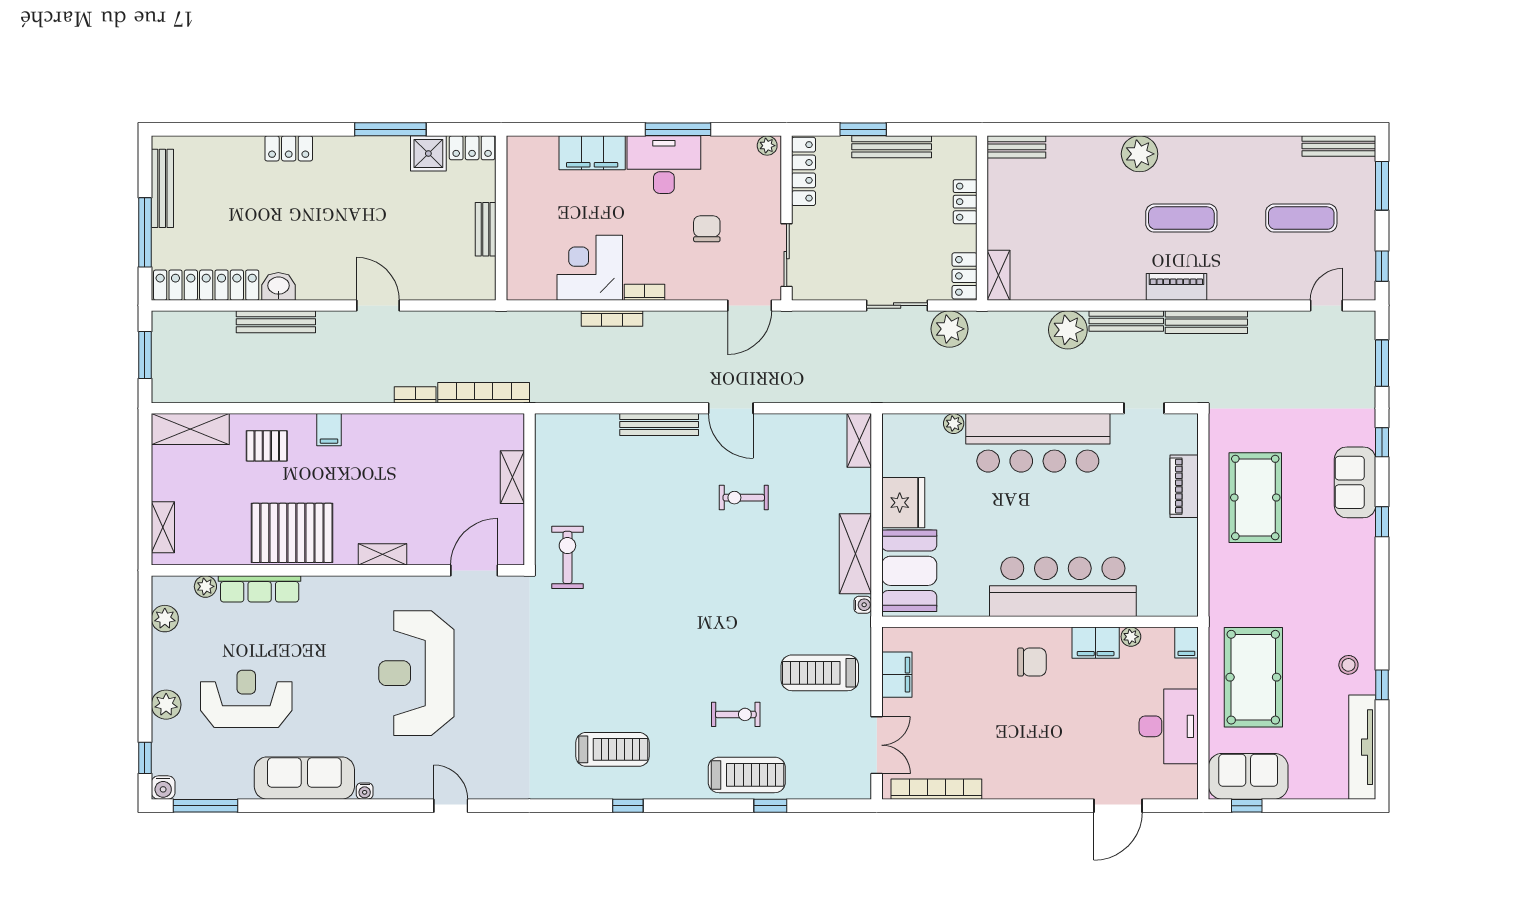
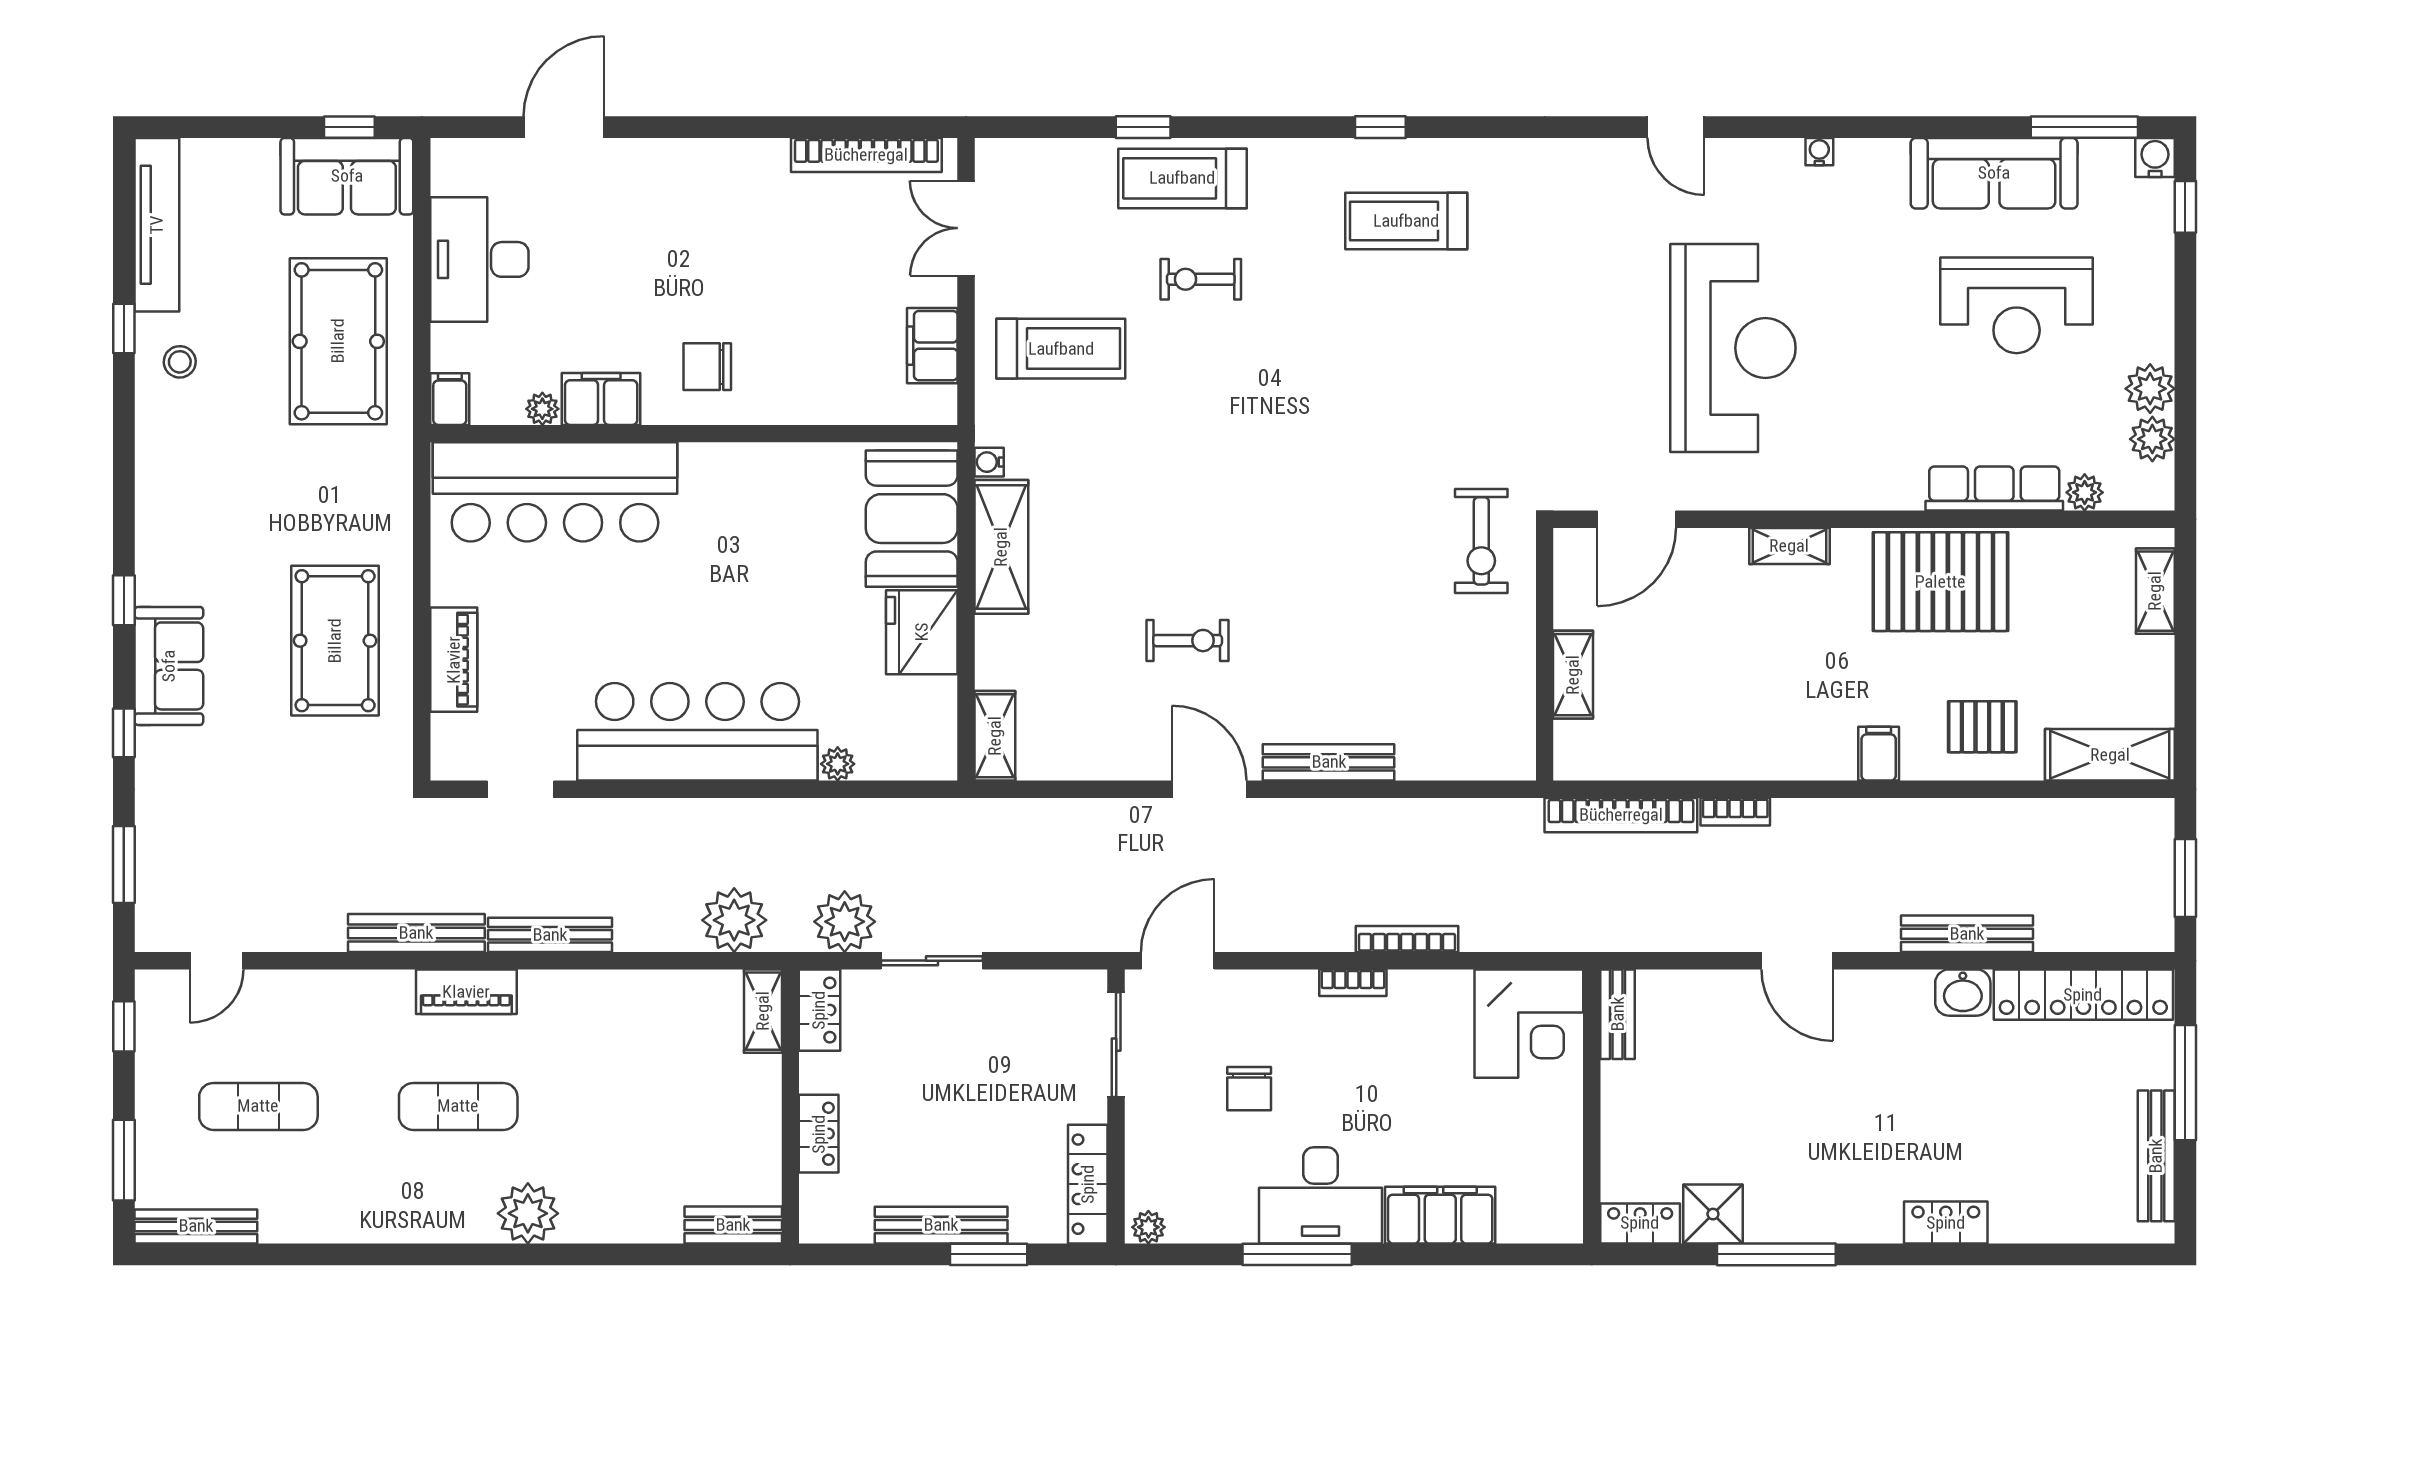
bench: (486, 229) -> (1618, 1014), moved
corner desk: (590, 268) -> (1529, 1024), moved
plant: (1068, 330) -> (734, 920), moved
bar counter: (1063, 587) -> (555, 492), moved
plant: (166, 705) -> (2150, 389), moved
sofa: (304, 778) -> (1994, 173), moved

